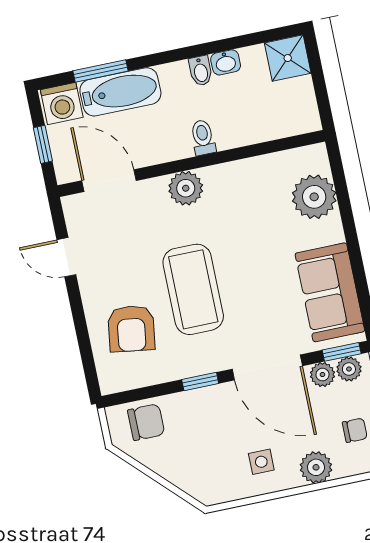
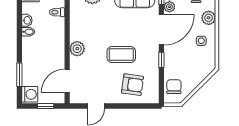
bathtub: (120, 92) -> (30, 68), removed
toilet: (203, 137) -> (57, 12), moved
coffee table: (193, 289) -> (121, 55), width x0.73, depth x0.76

